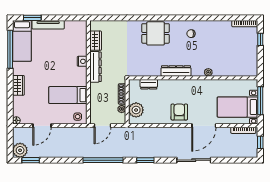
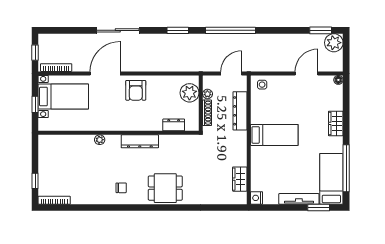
nightstand: (82, 61) -> (257, 198), moved
dresser: (95, 67) -> (240, 111), moved
bed: (68, 95) -> (274, 135), moved
window: (260, 101) -> (35, 104), width x0.46

